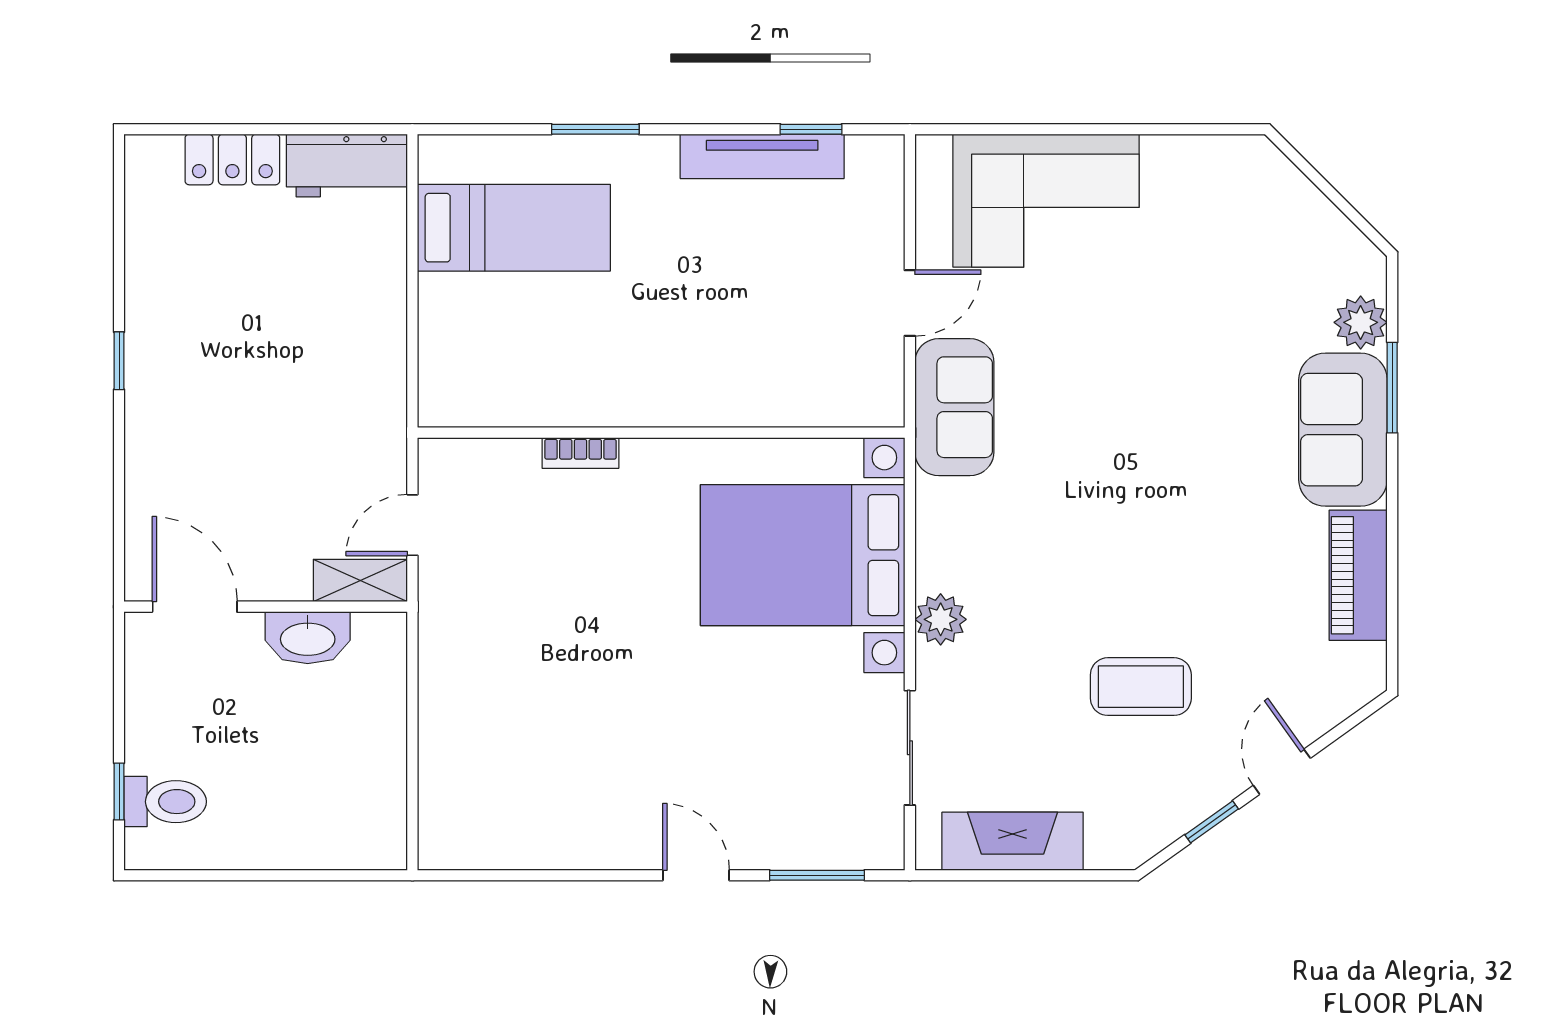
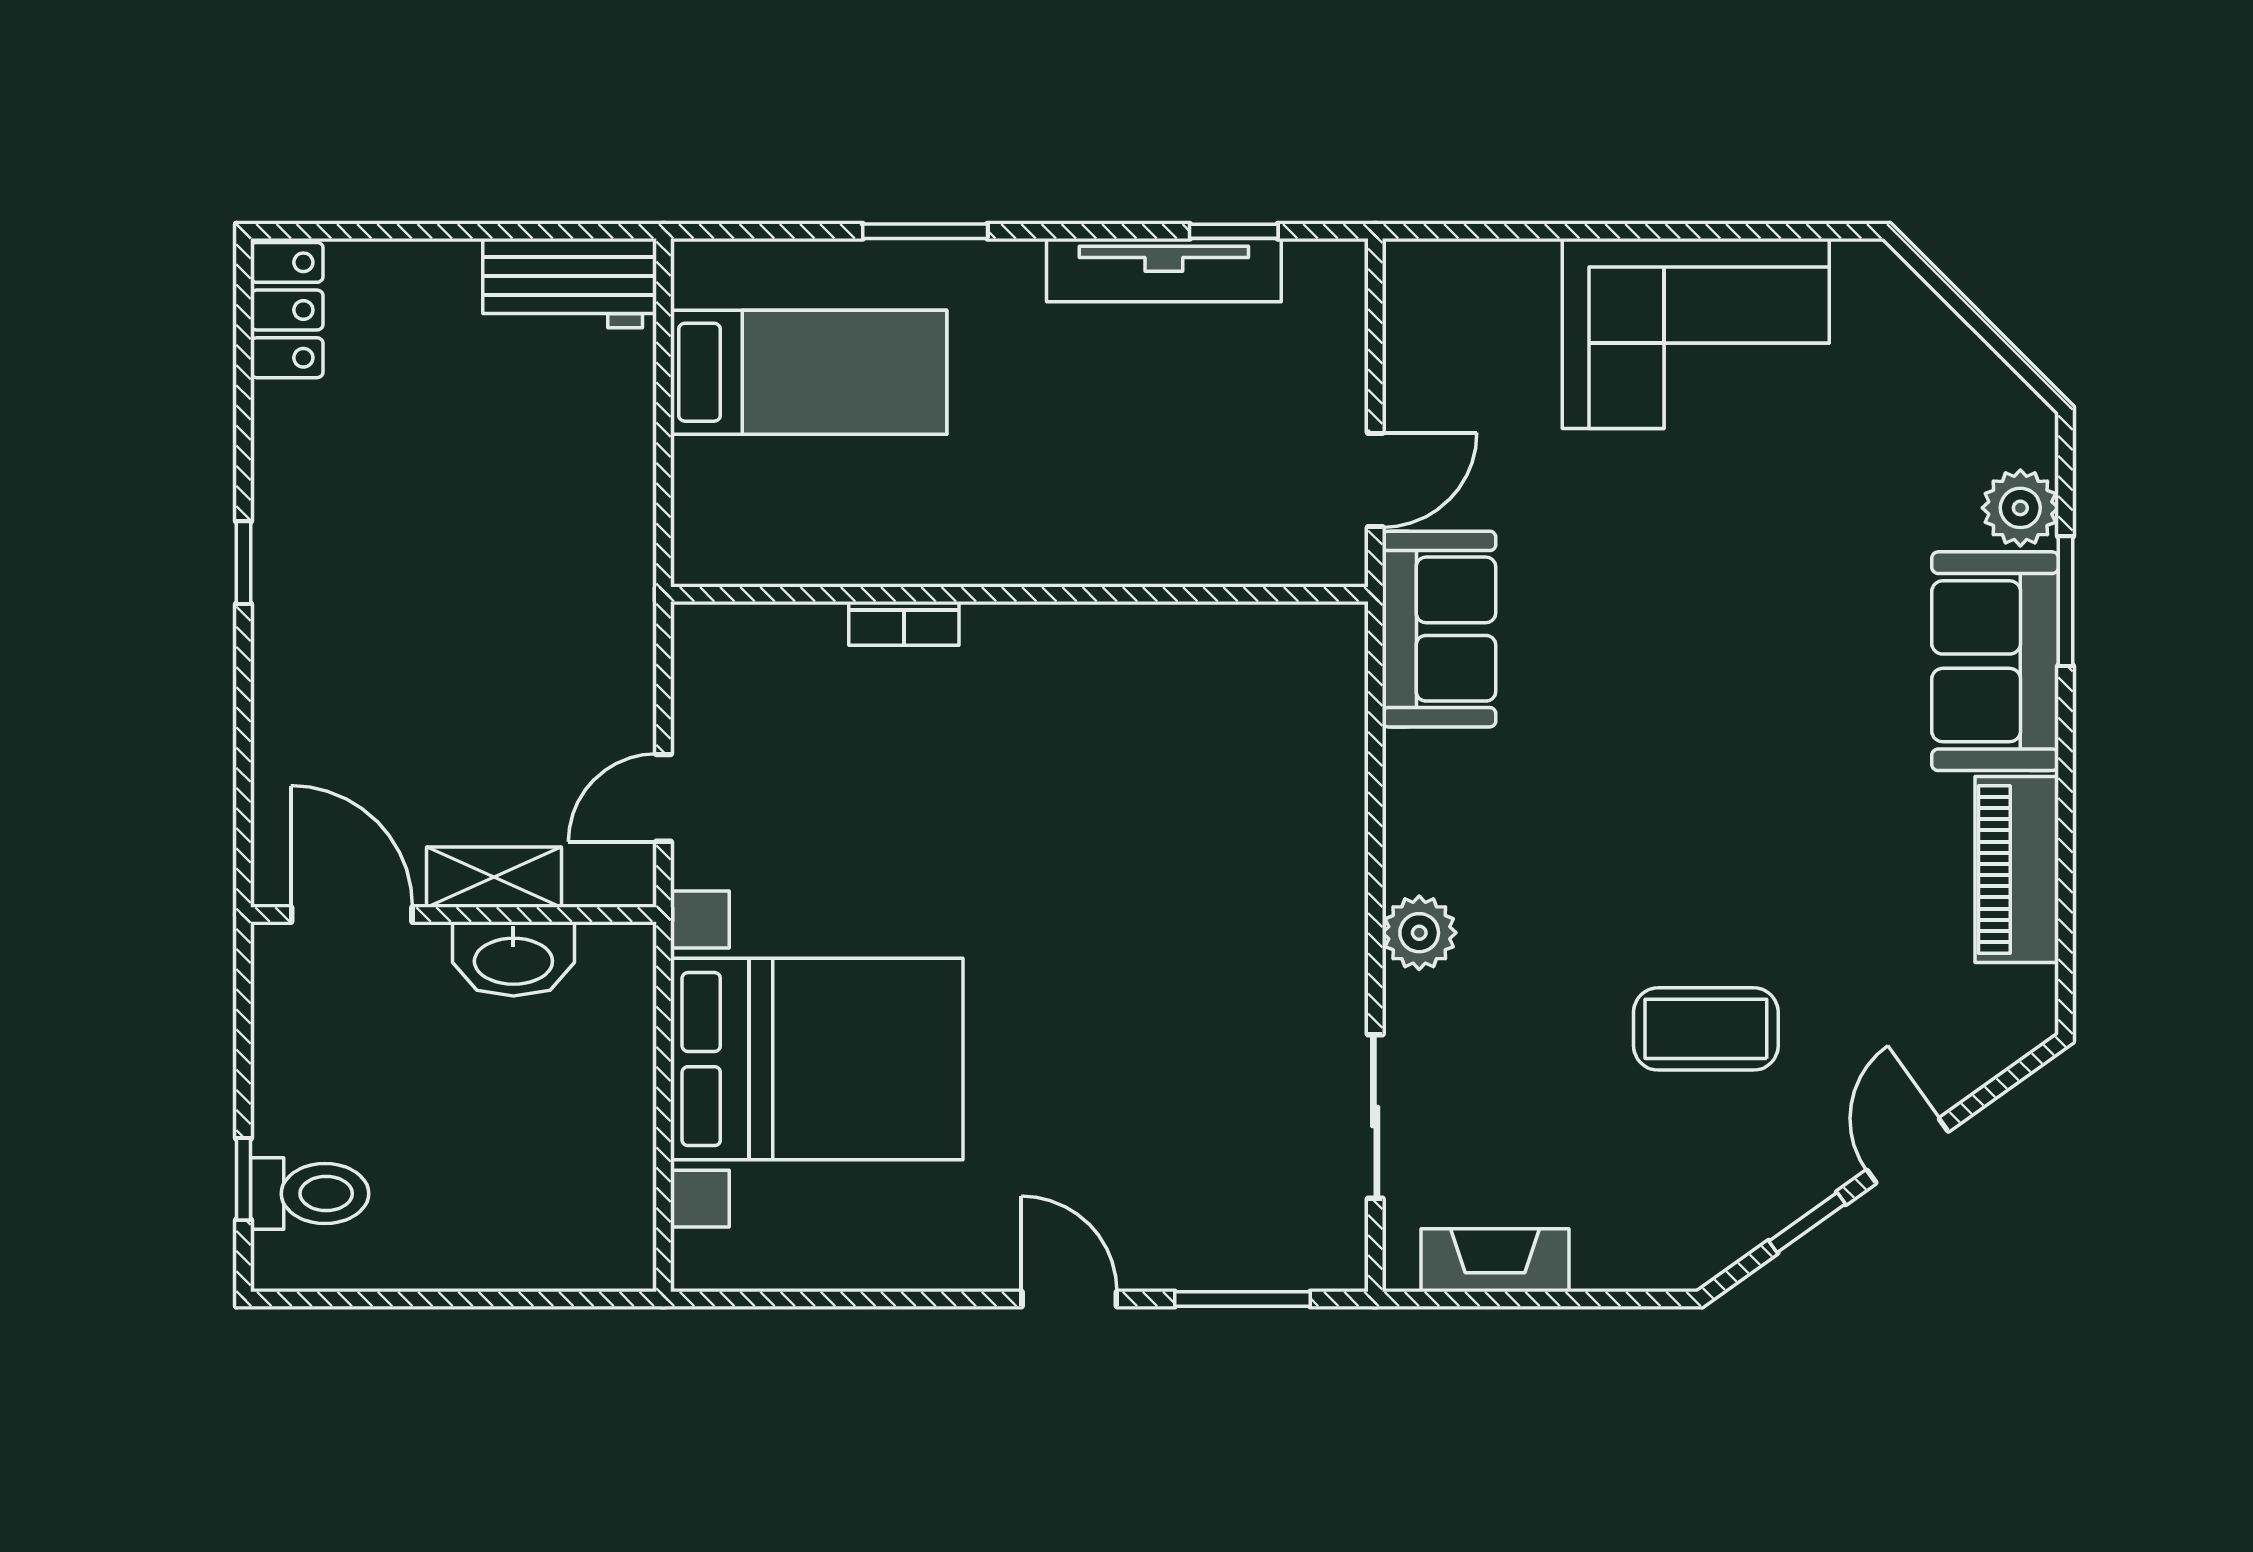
locker: (232, 159) -> (287, 310), moved, turned -90
corner sofa: (1046, 201) -> (1696, 334), moved
wall: (661, 433) -> (1019, 594), moved
bookcase: (580, 453) -> (904, 623), moved
bed with nightstands: (803, 555) -> (817, 1059), moved, turned 180
shelving: (360, 581) -> (494, 877), moved
fireplace: (1013, 841) -> (1495, 1260), width x0.73, depth x0.76

